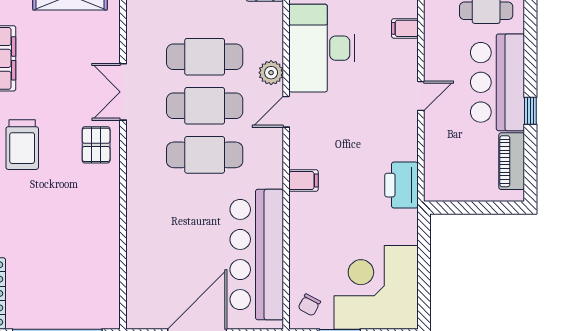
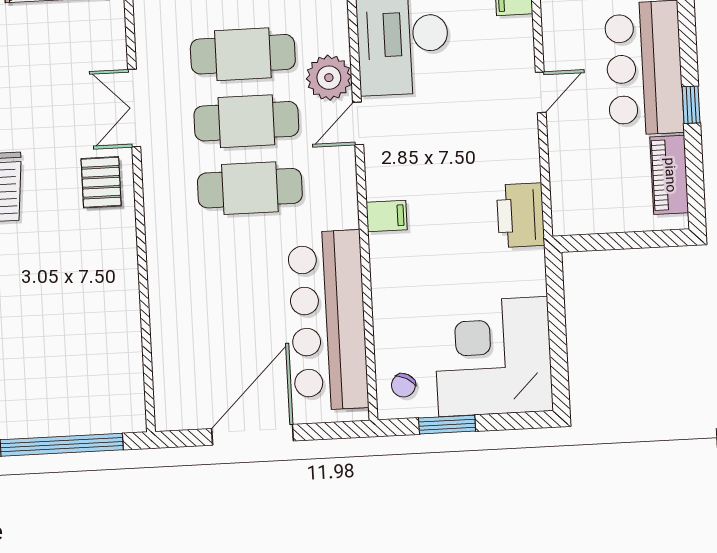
plant: (271, 73) -> (329, 78), width x1.36, depth x1.36

